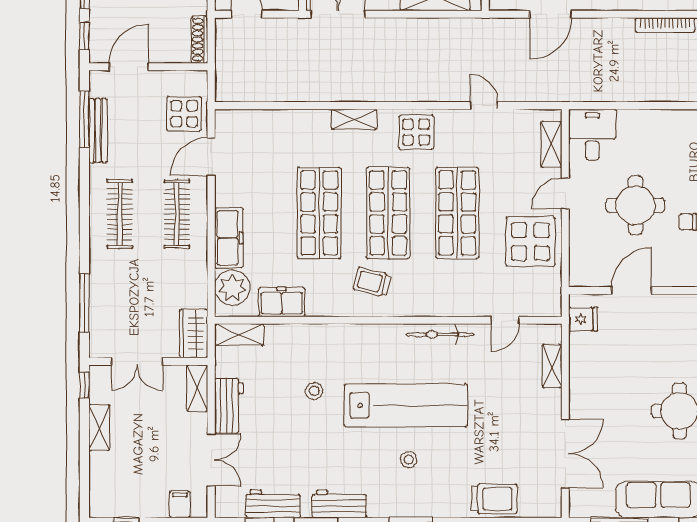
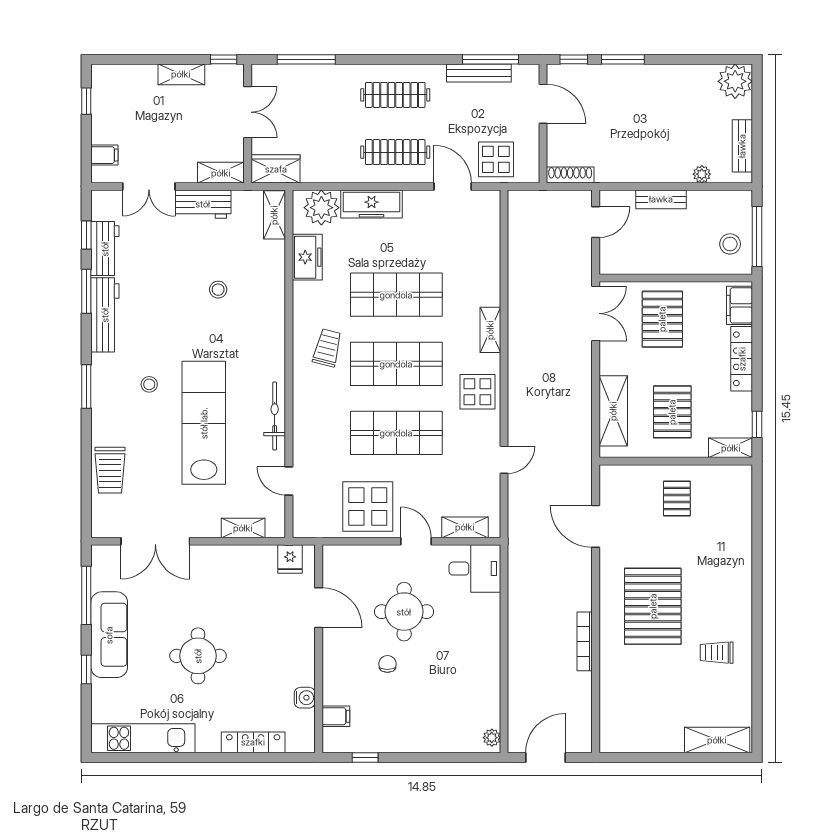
double door: (137, 361) -> (248, 112), swing flipped
lab bench: (406, 405) -> (204, 423), moved, turned 180
workbench: (339, 504) -> (105, 315), width x1.38

